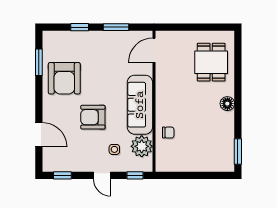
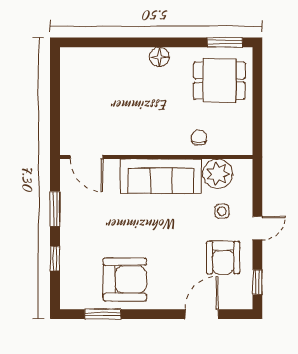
dining table: (211, 62) -> (219, 81), moved
armchair: (93, 117) -> (223, 258), moved
window: (135, 175) -> (257, 183), removed

